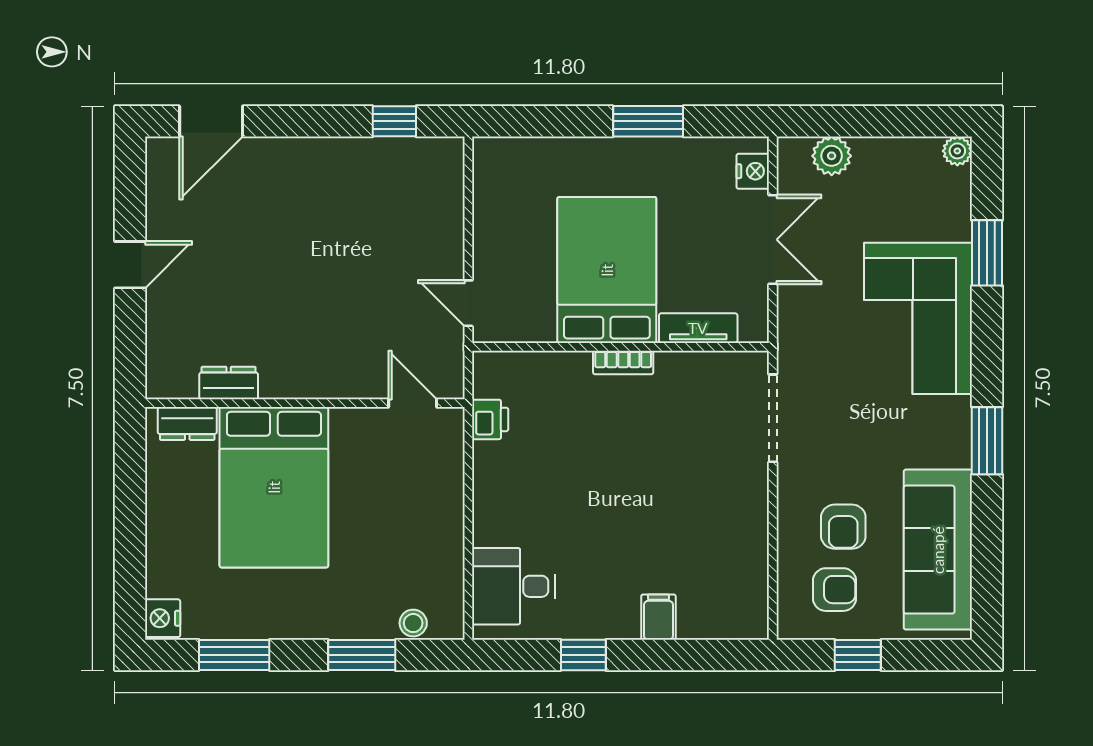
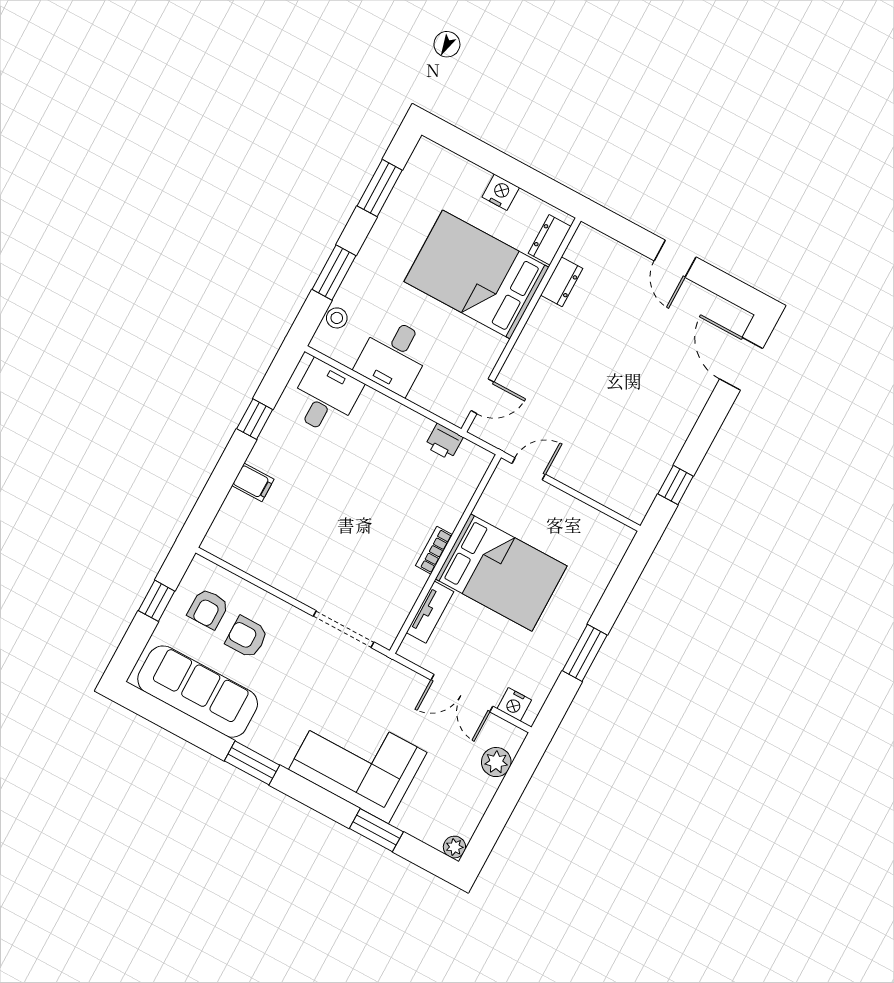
desk: (422, 532) -> (394, 356), added
nightstand: (163, 618) -> (501, 192), moved

